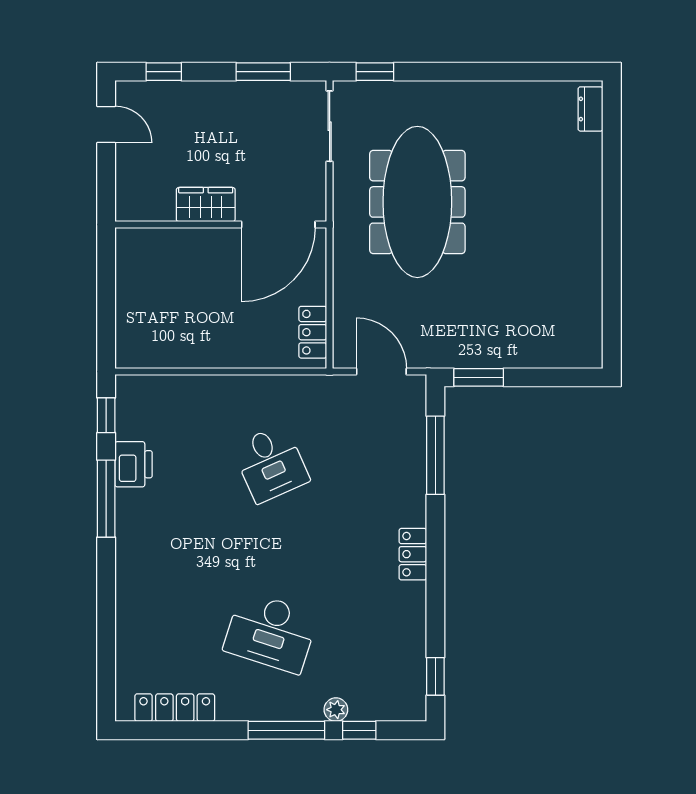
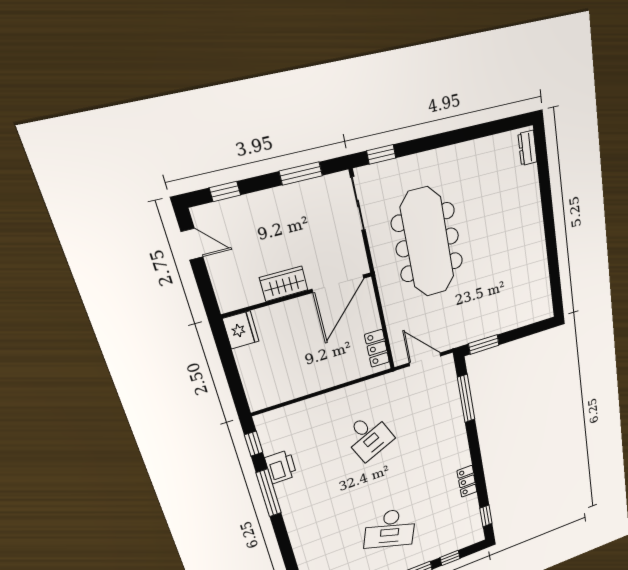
fridge: (134, 250) -> (241, 330), added
locker: (413, 554) -> (467, 481), moved
plant: (336, 710) -> (435, 553), removed

